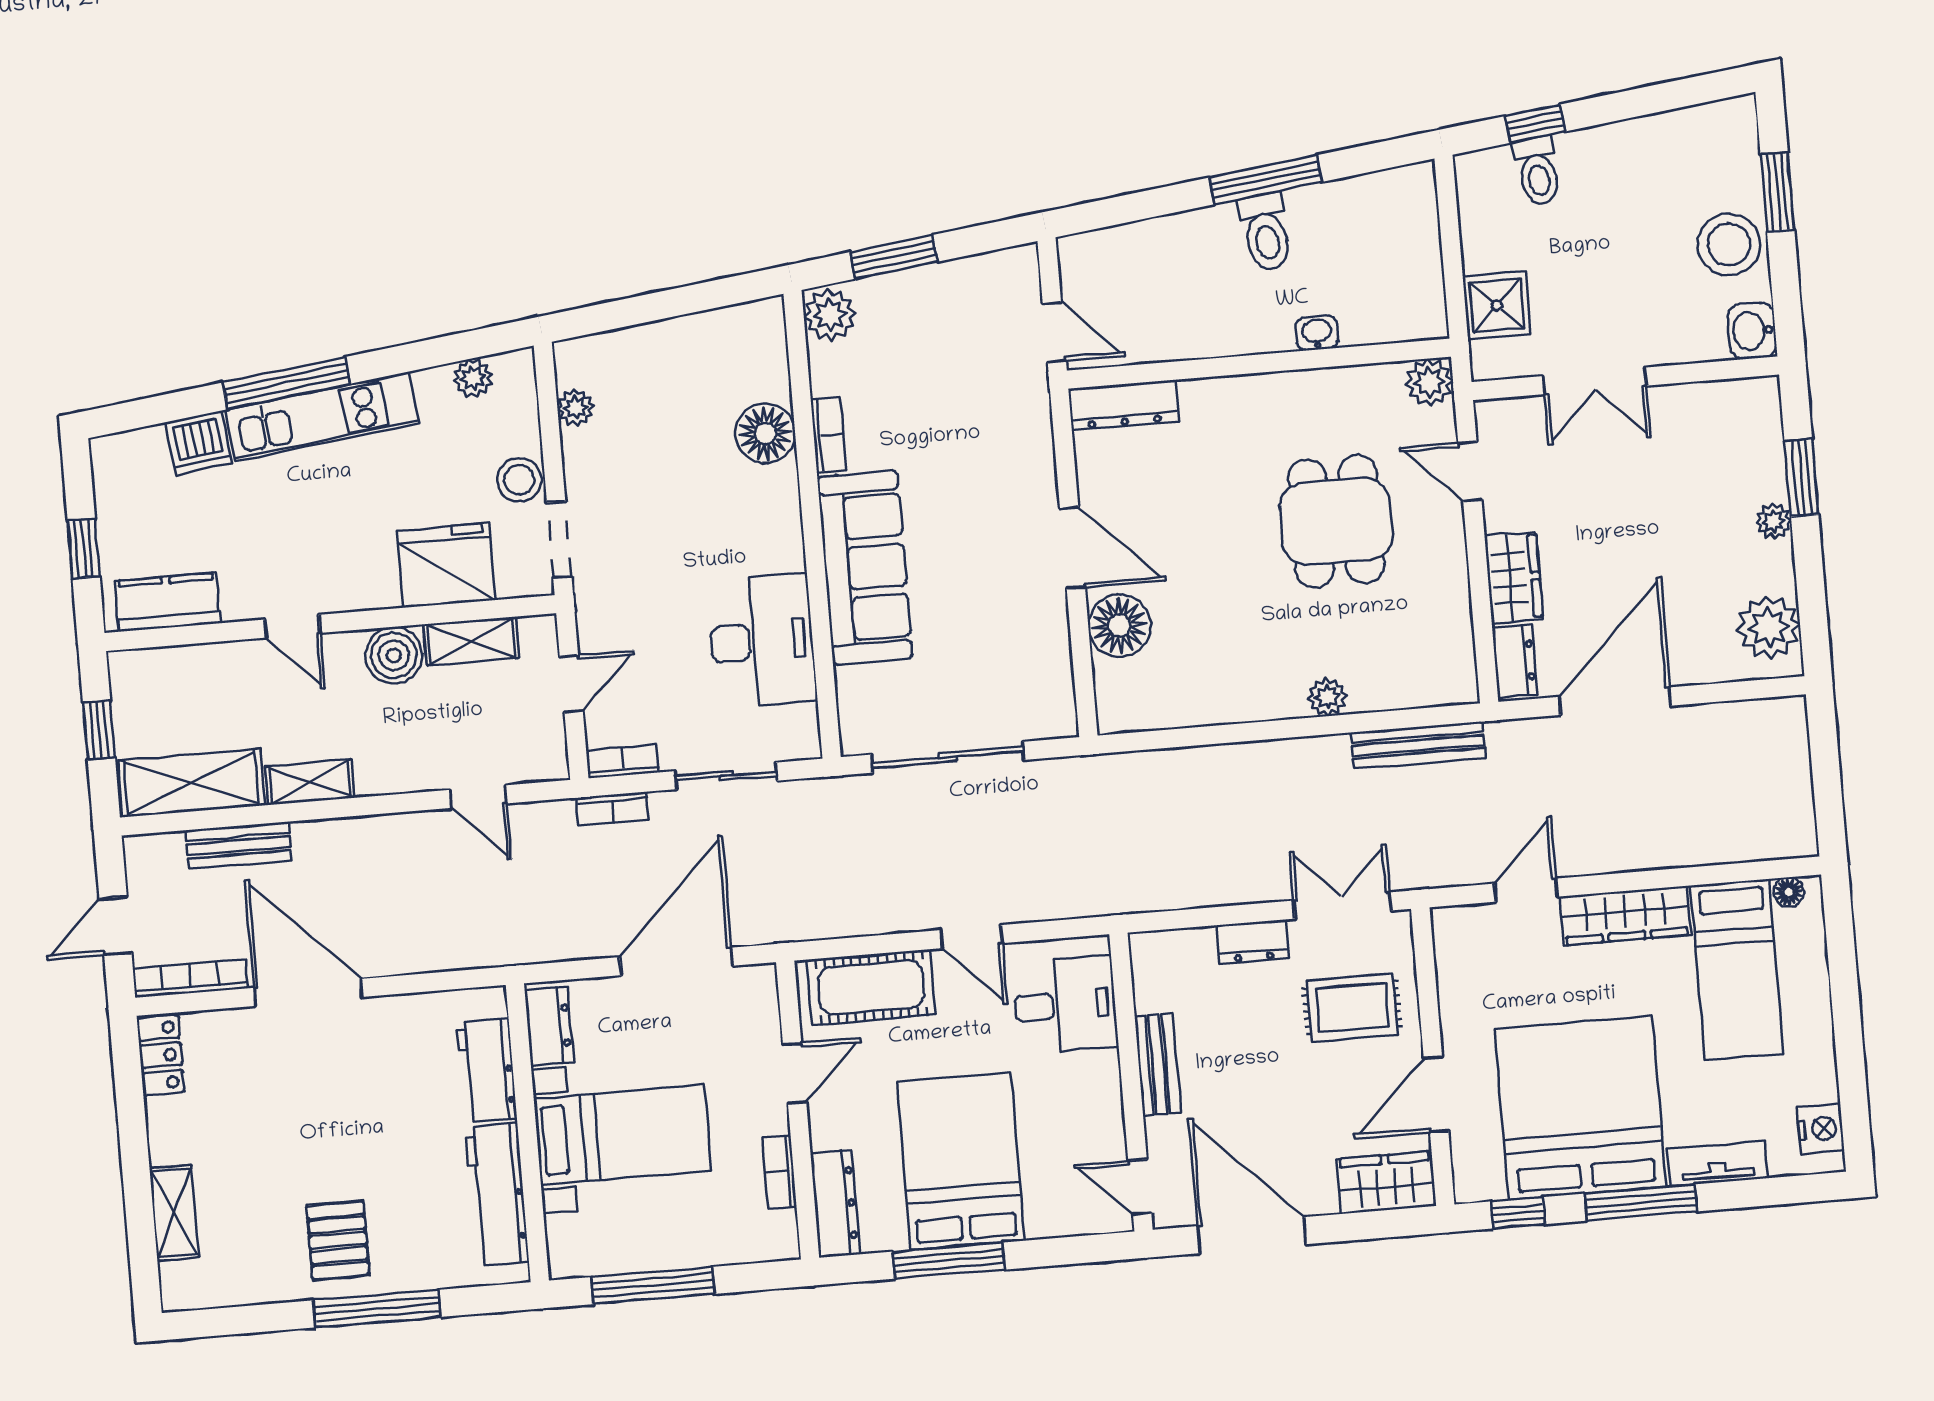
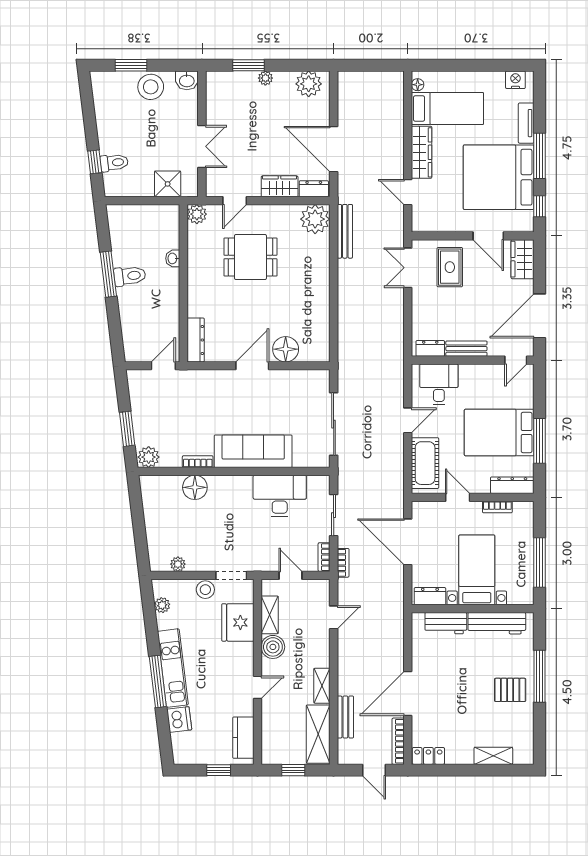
plant: (1327, 697) -> (315, 219), moved, width x1.87, depth x1.87
dresser: (1253, 942) -> (430, 348), moved, turned -90

